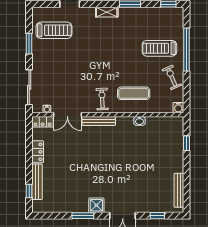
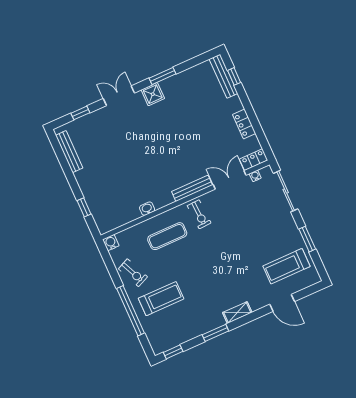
bench: (37, 182) -> (224, 76), moved

